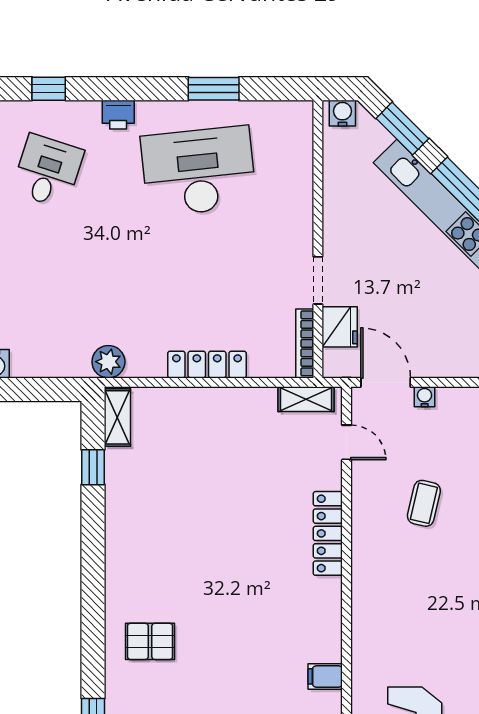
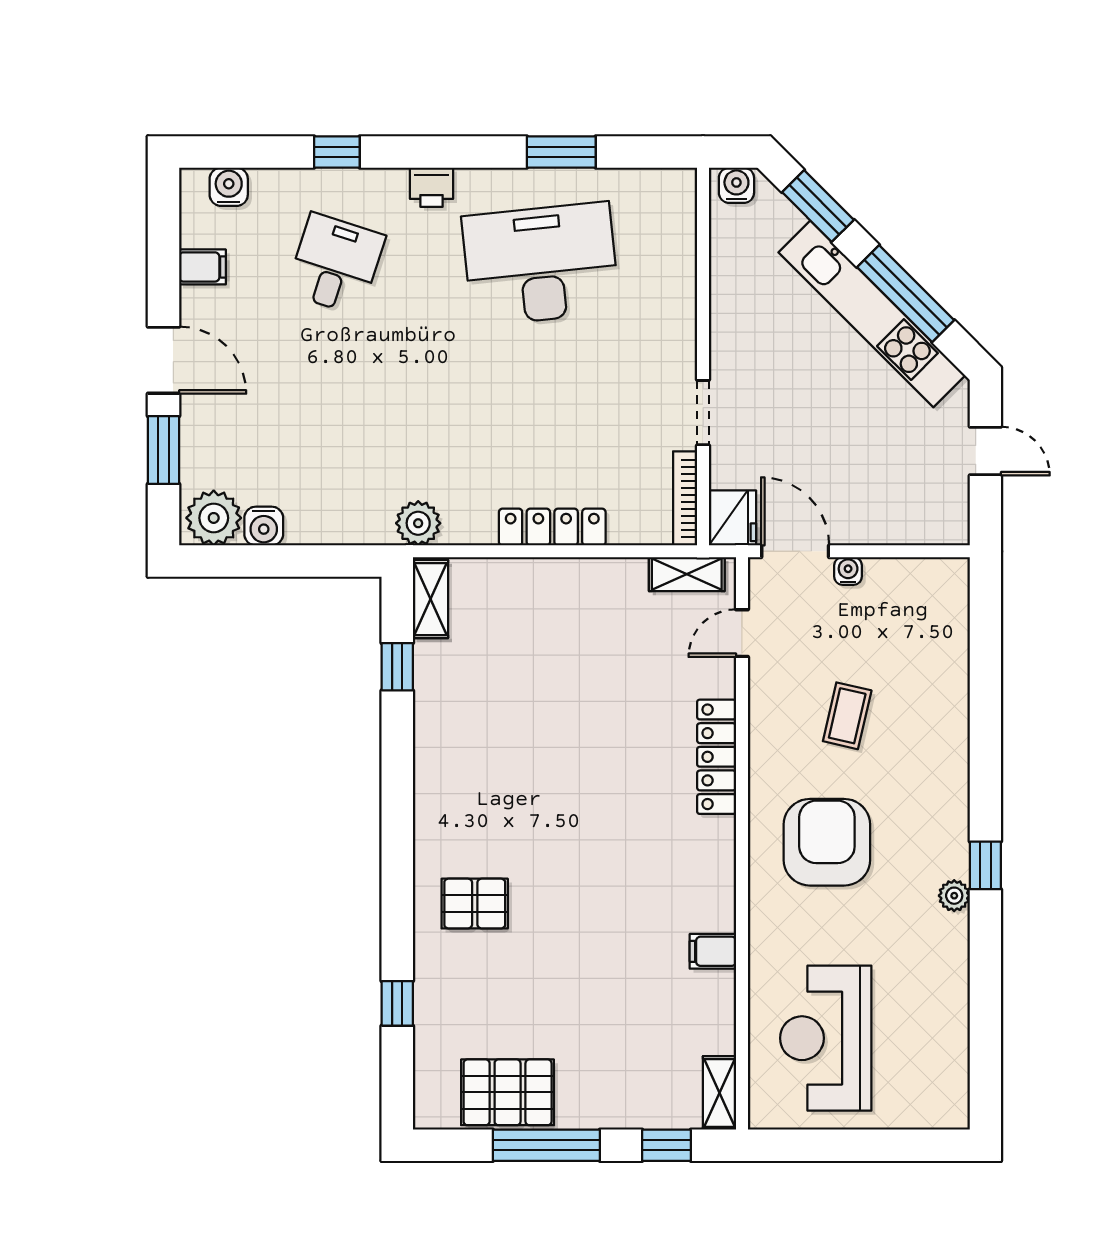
fridge: (340, 327) -> (733, 518), moved
door: (347, 442) -> (742, 633), swing flipped
armchair: (409, 596) -> (827, 842), added

